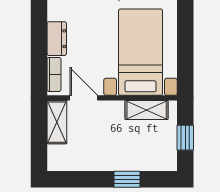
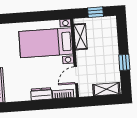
shelving: (57, 122) -> (106, 89), moved
window: (127, 179) -> (124, 62), moved

